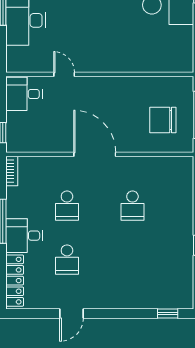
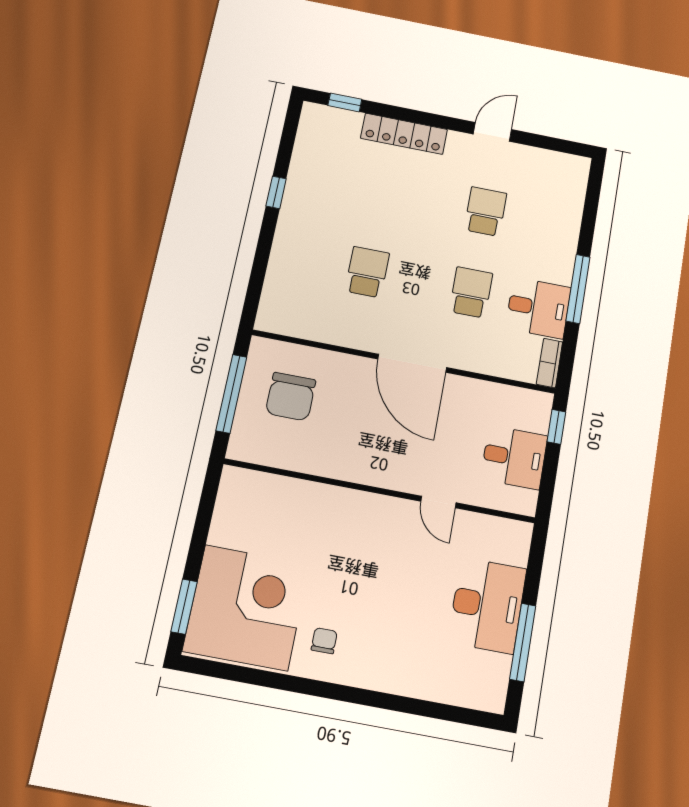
desk: (24, 94) -> (514, 457), moved
chair: (163, 120) -> (291, 397), turned 90
desk: (24, 236) -> (538, 308), moved
locker: (15, 281) -> (404, 134), moved, turned -90

